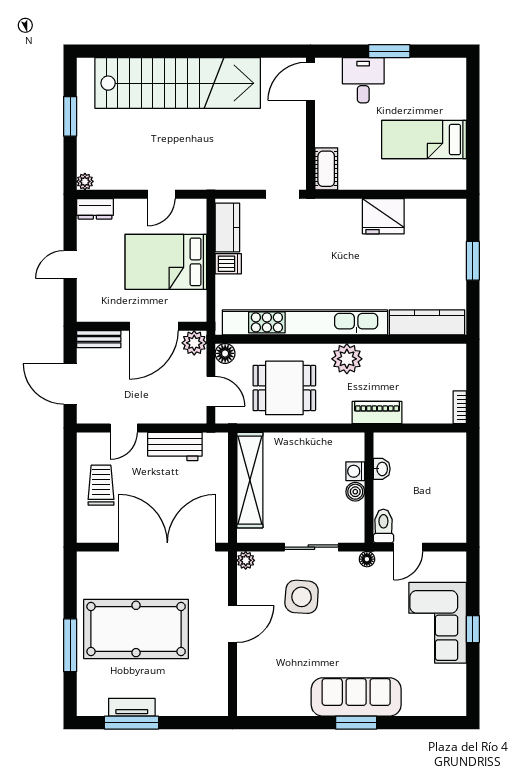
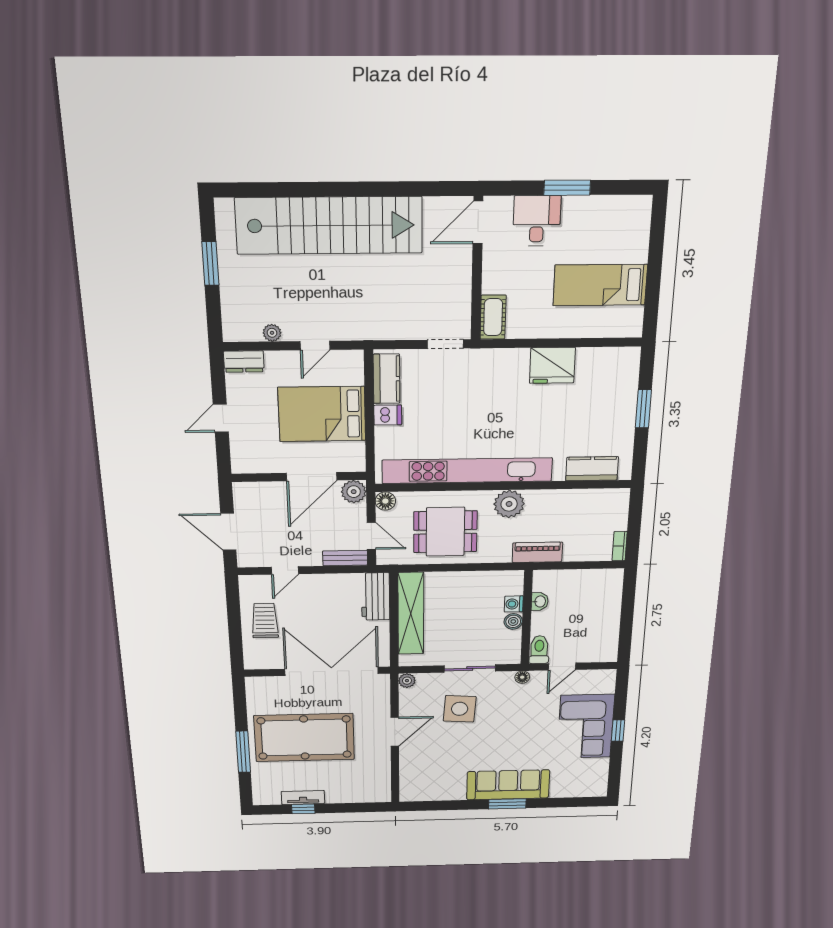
plant: (85, 181) -> (272, 333), moved
kitchen counter: (427, 322) -> (592, 469), width x0.67
bench: (99, 339) -> (345, 558), moved
workbench: (175, 446) -> (376, 597), moved, turned 90
window: (131, 723) -> (303, 809), width x0.46

